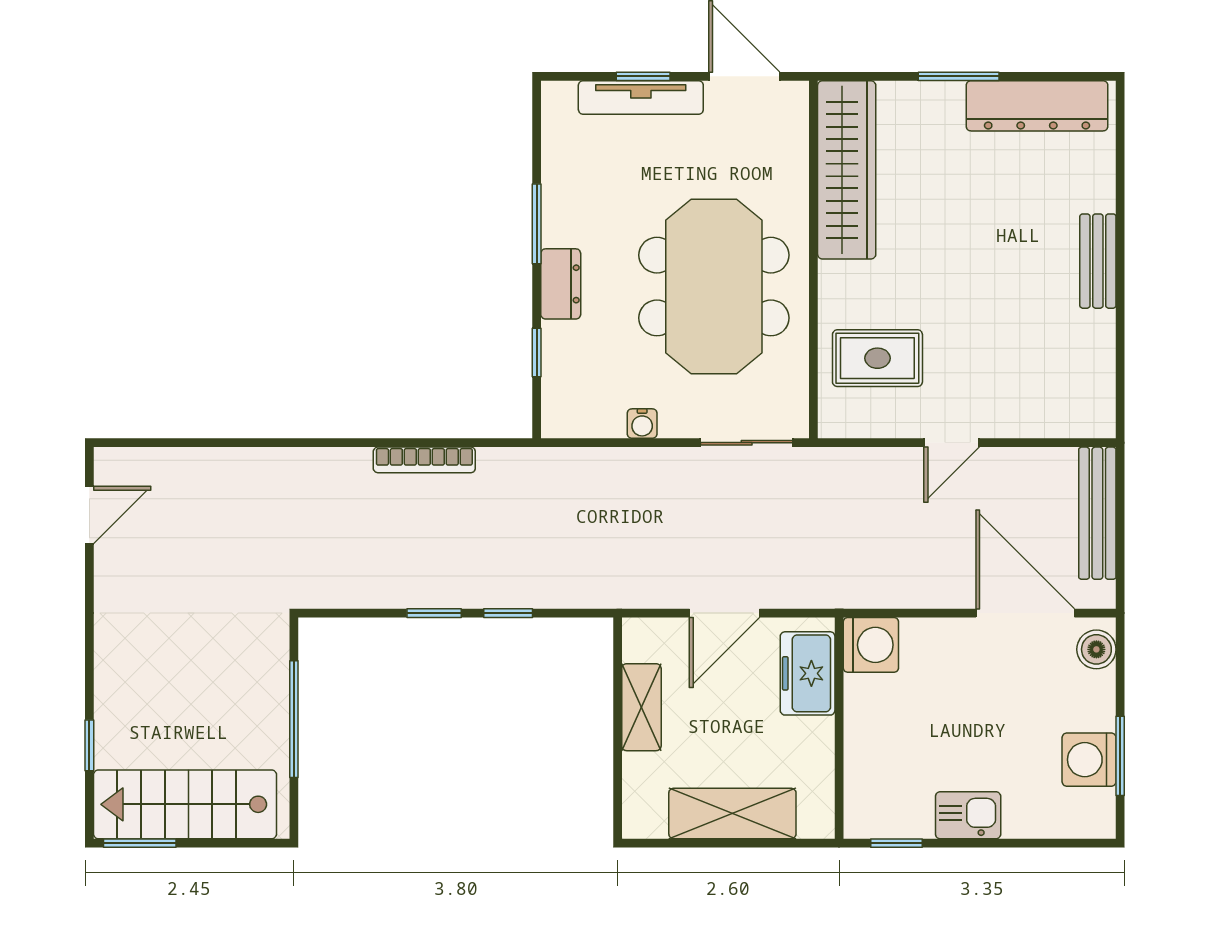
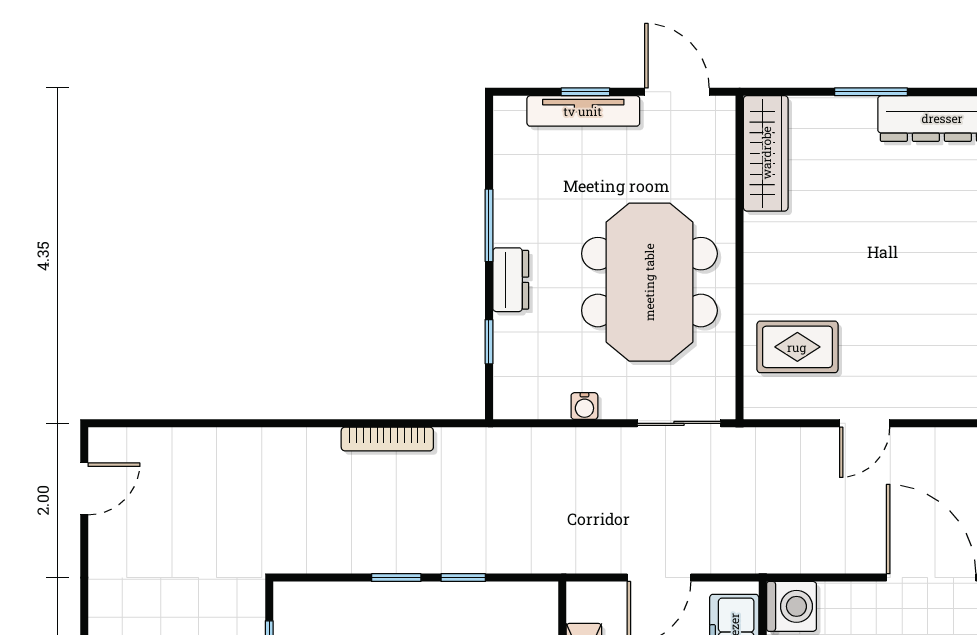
wardrobe: (847, 170) -> (766, 153), width x0.71, depth x0.85

